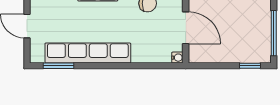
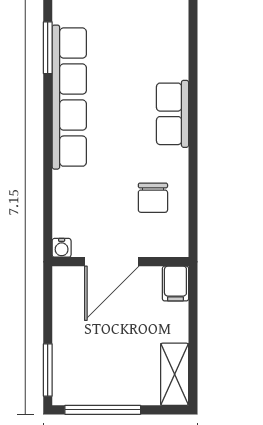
window: (250, 66) -> (48, 370), width x1.50

